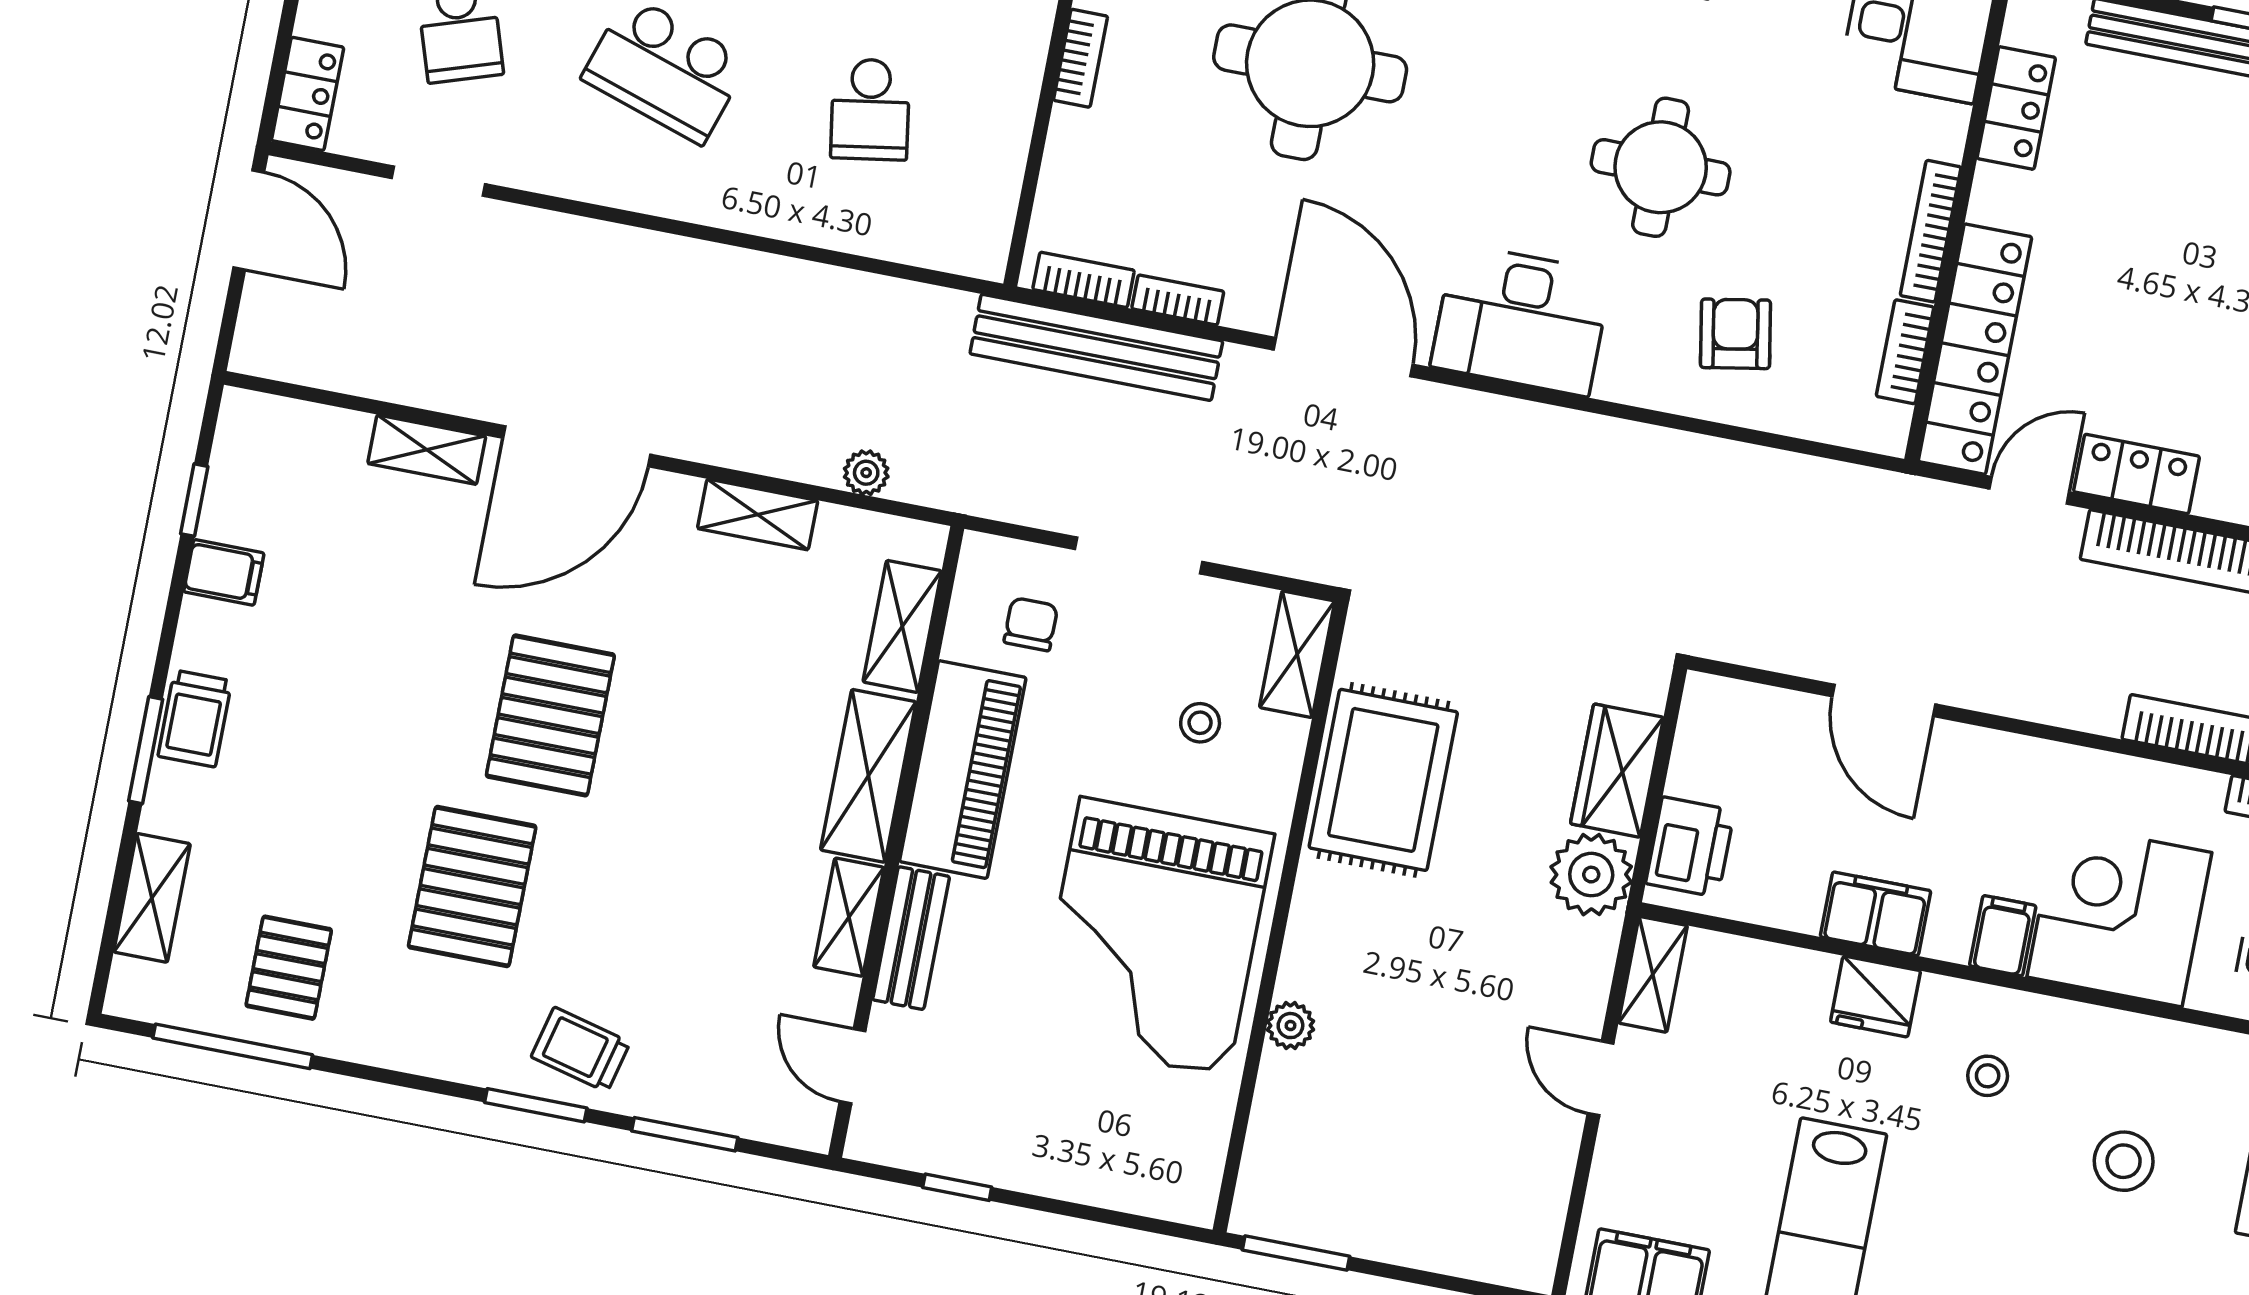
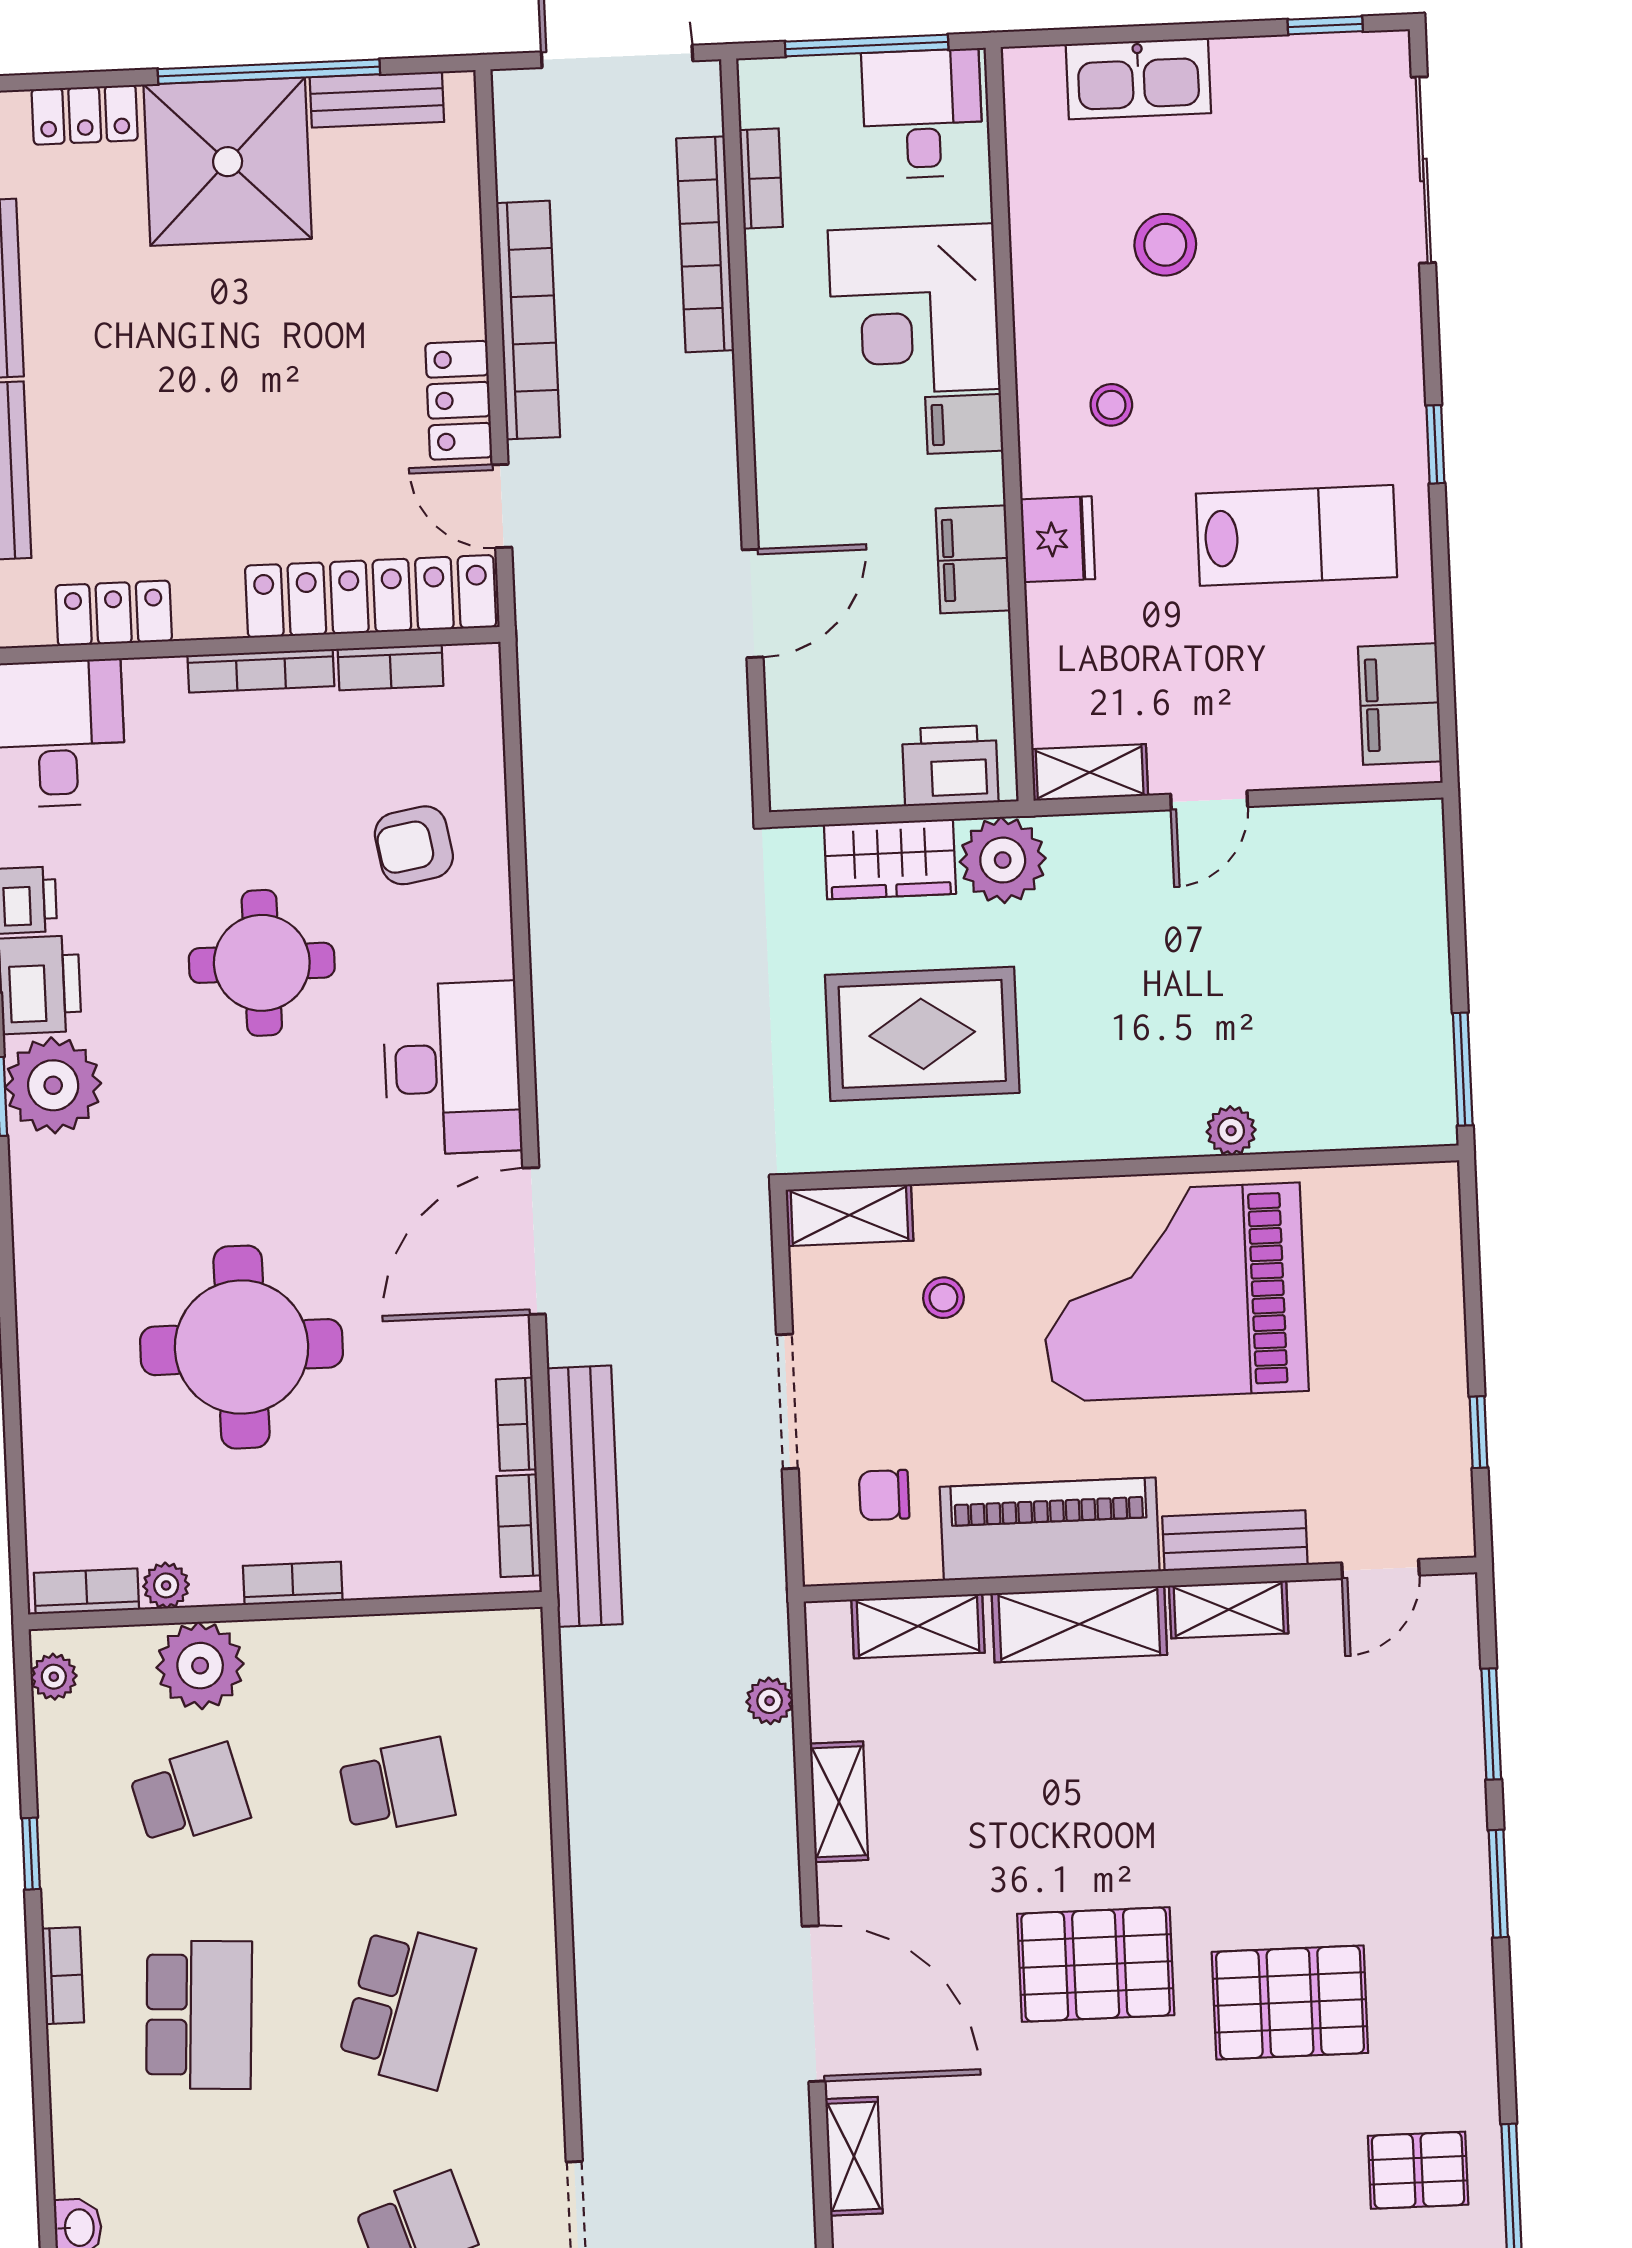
rug: (1383, 780) -> (922, 1034), moved
grand piano: (1154, 937) -> (1174, 1292), turned 180
trolley: (581, 1050) -> (1430, 1851), removed

